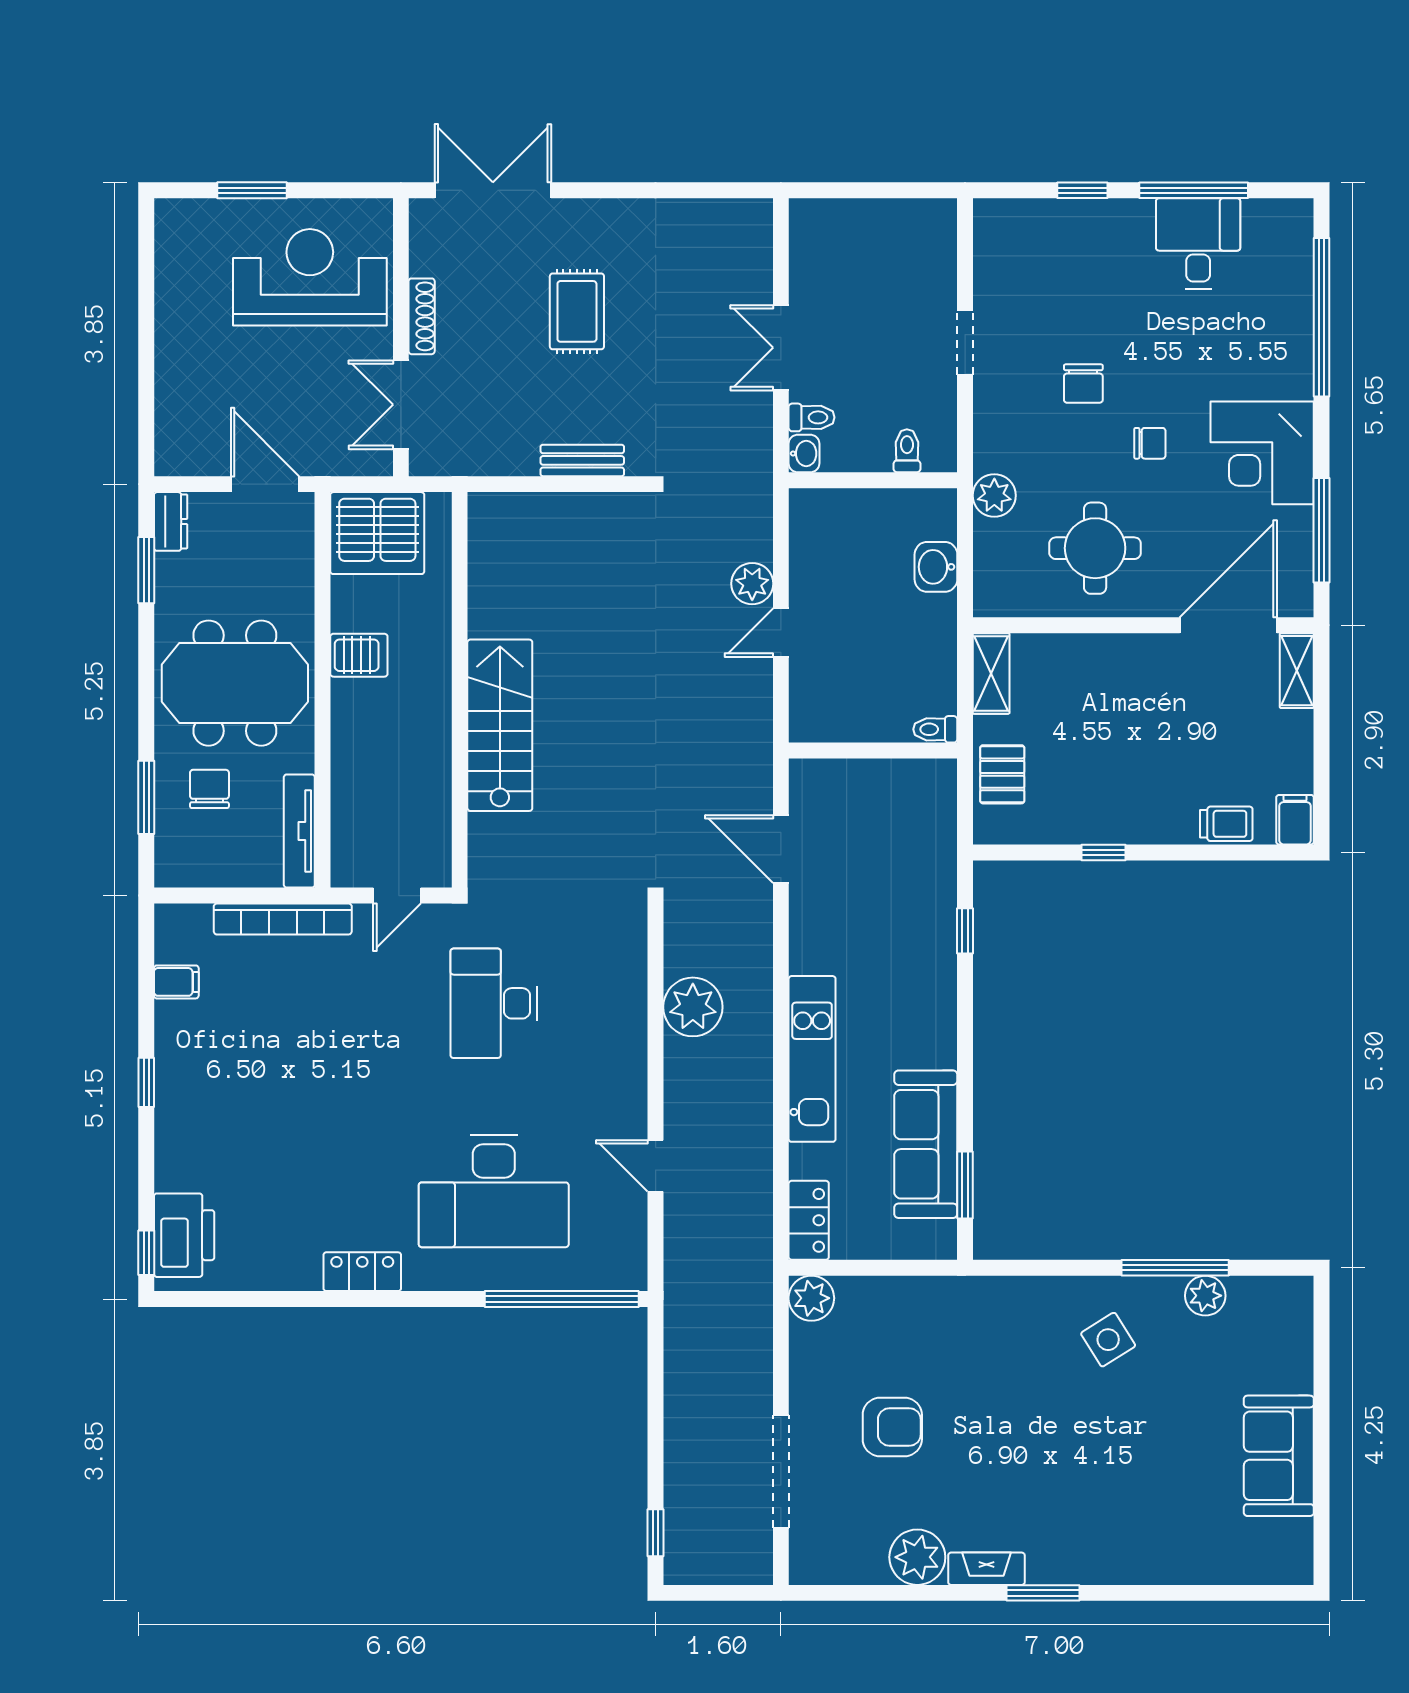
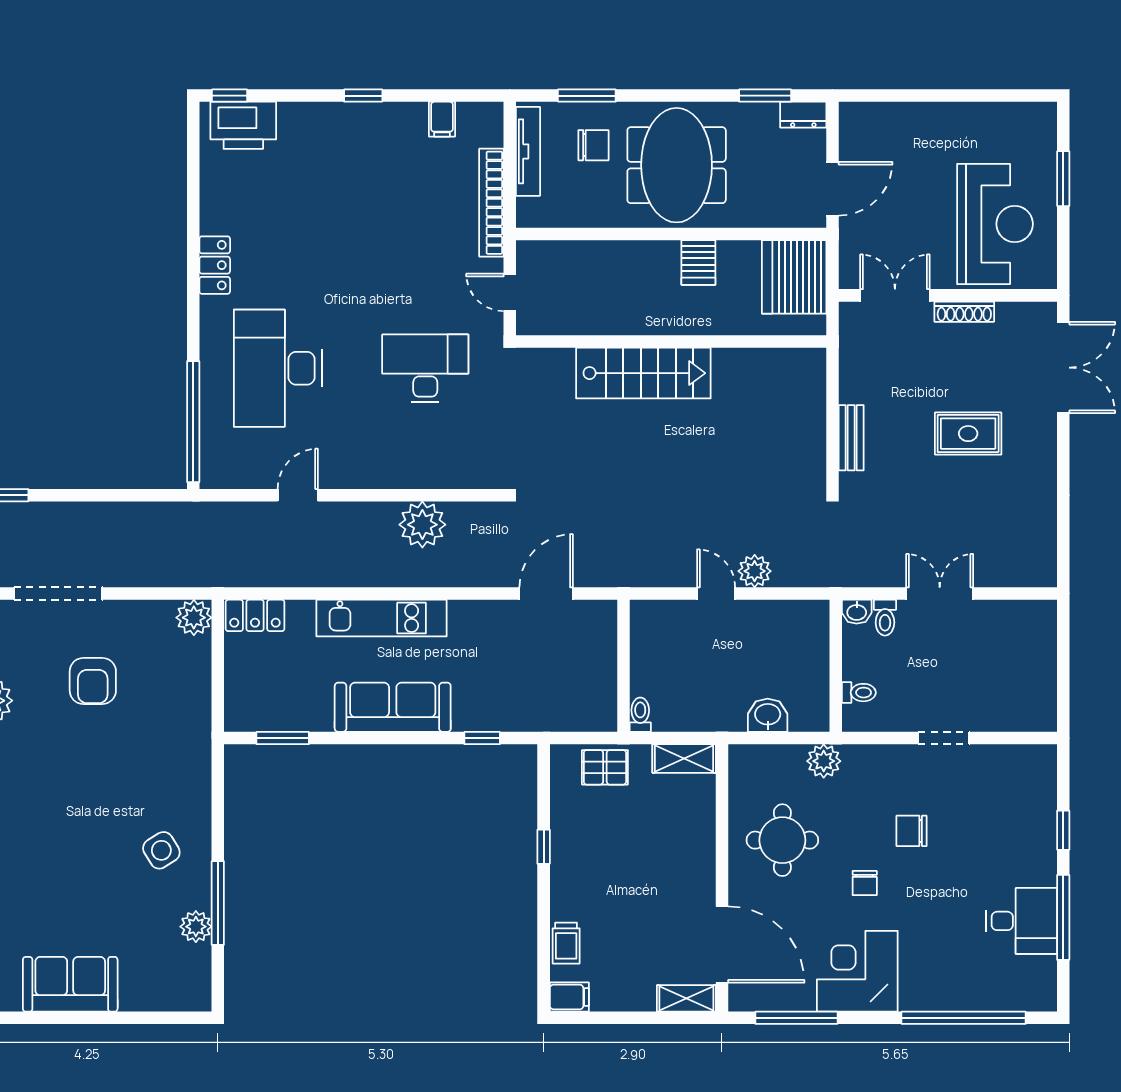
tv unit: (299, 831) -> (528, 151), moved, turned 90
sofa: (926, 1144) -> (393, 707), moved

